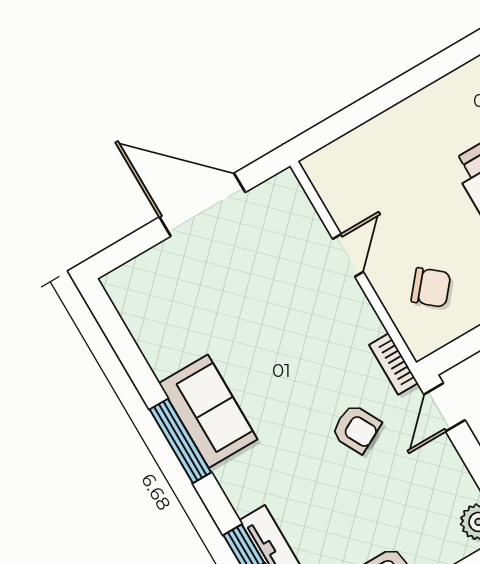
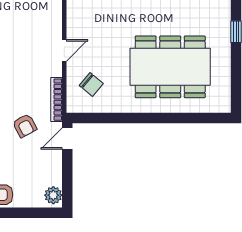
bookcase: (393, 364) -> (56, 100), width x1.56

